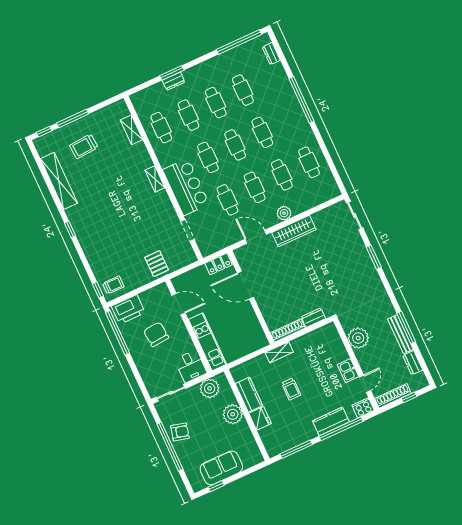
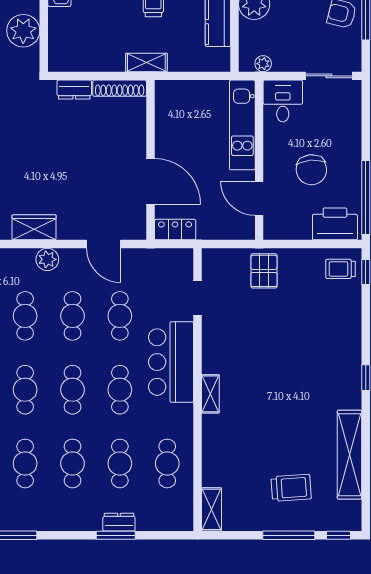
shelving: (132, 130) -> (211, 509), moved
wardrobe: (294, 231) -> (34, 227), width x0.67
plant: (210, 388) -> (263, 64), width x0.53, depth x0.53

